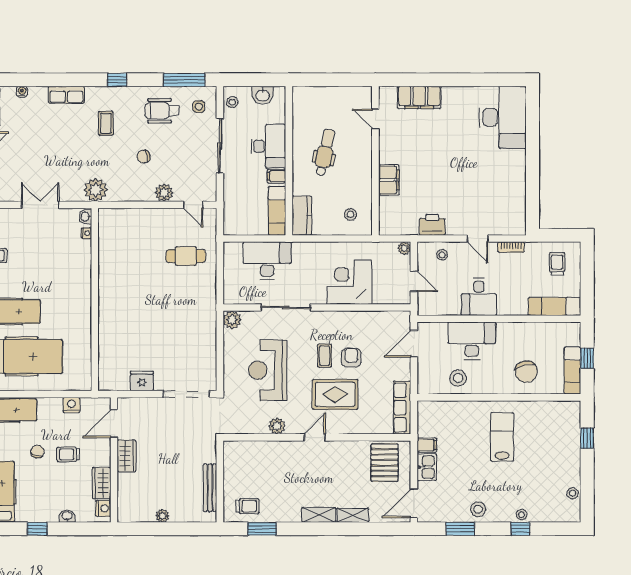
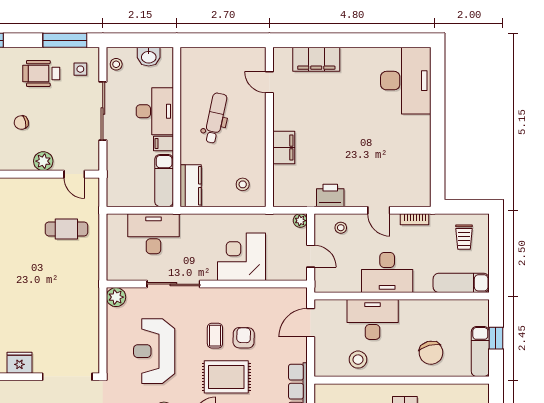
trolley: (557, 264) -> (464, 237), turned 180
desk: (479, 297) -> (387, 272), width x1.37

